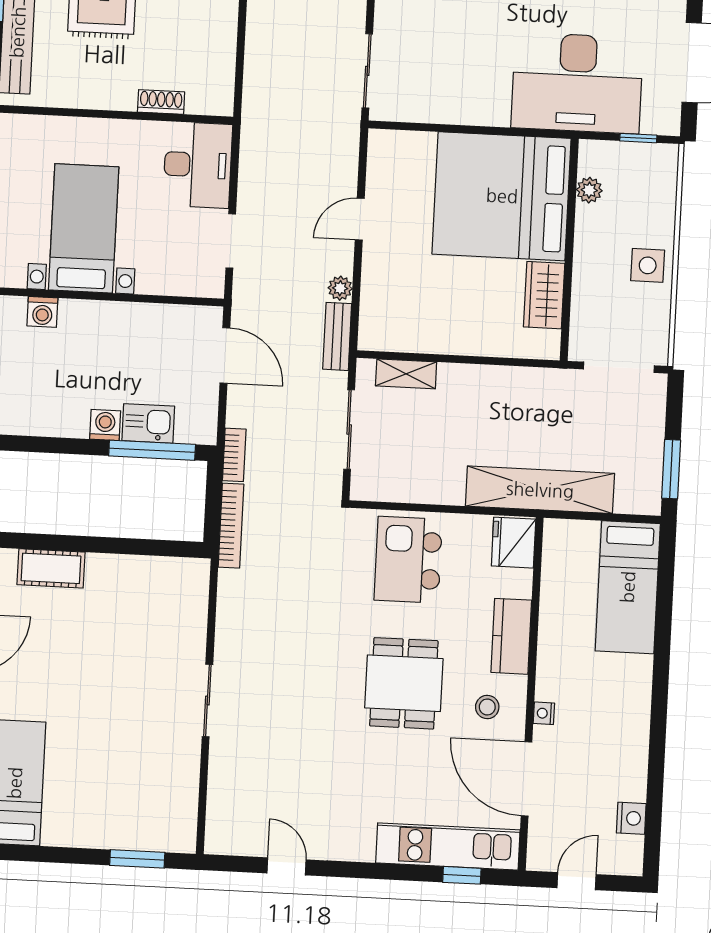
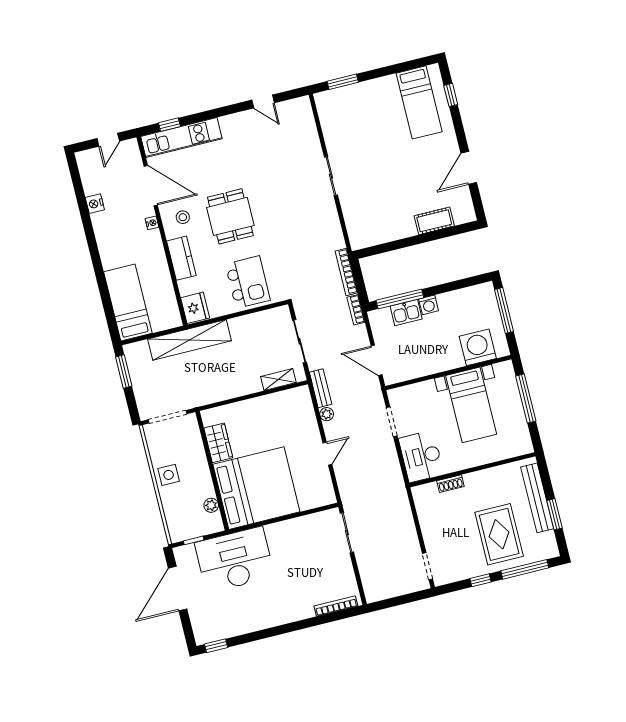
washing machine: (42, 312) -> (478, 347), width x1.89, depth x1.89
nightstand: (631, 818) -> (95, 204), moved

